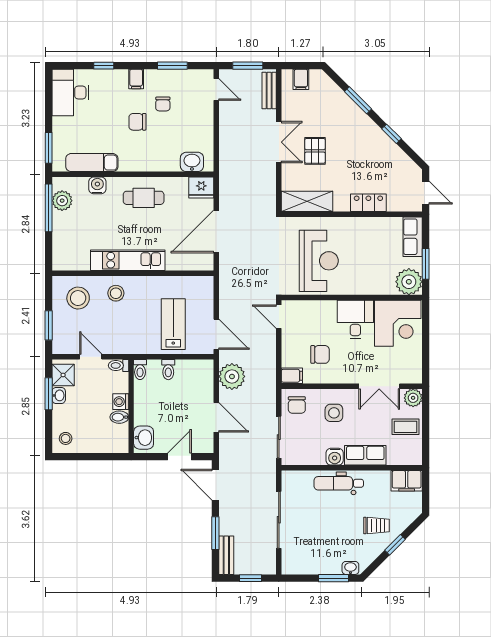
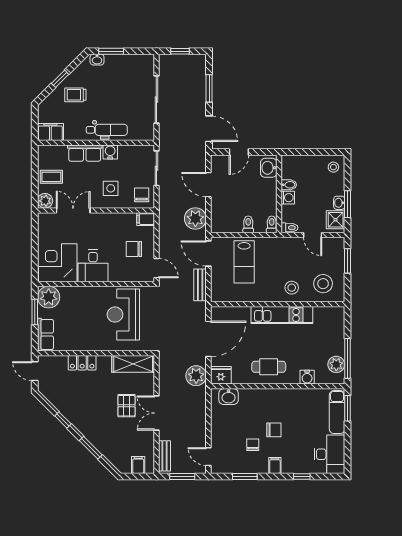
exam couch: (92, 163) -> (337, 412), moved, turned 90
plant: (231, 187) -> (196, 376), added
chair: (320, 354) -> (134, 249), moved
bench: (226, 555) -> (200, 285), moved

